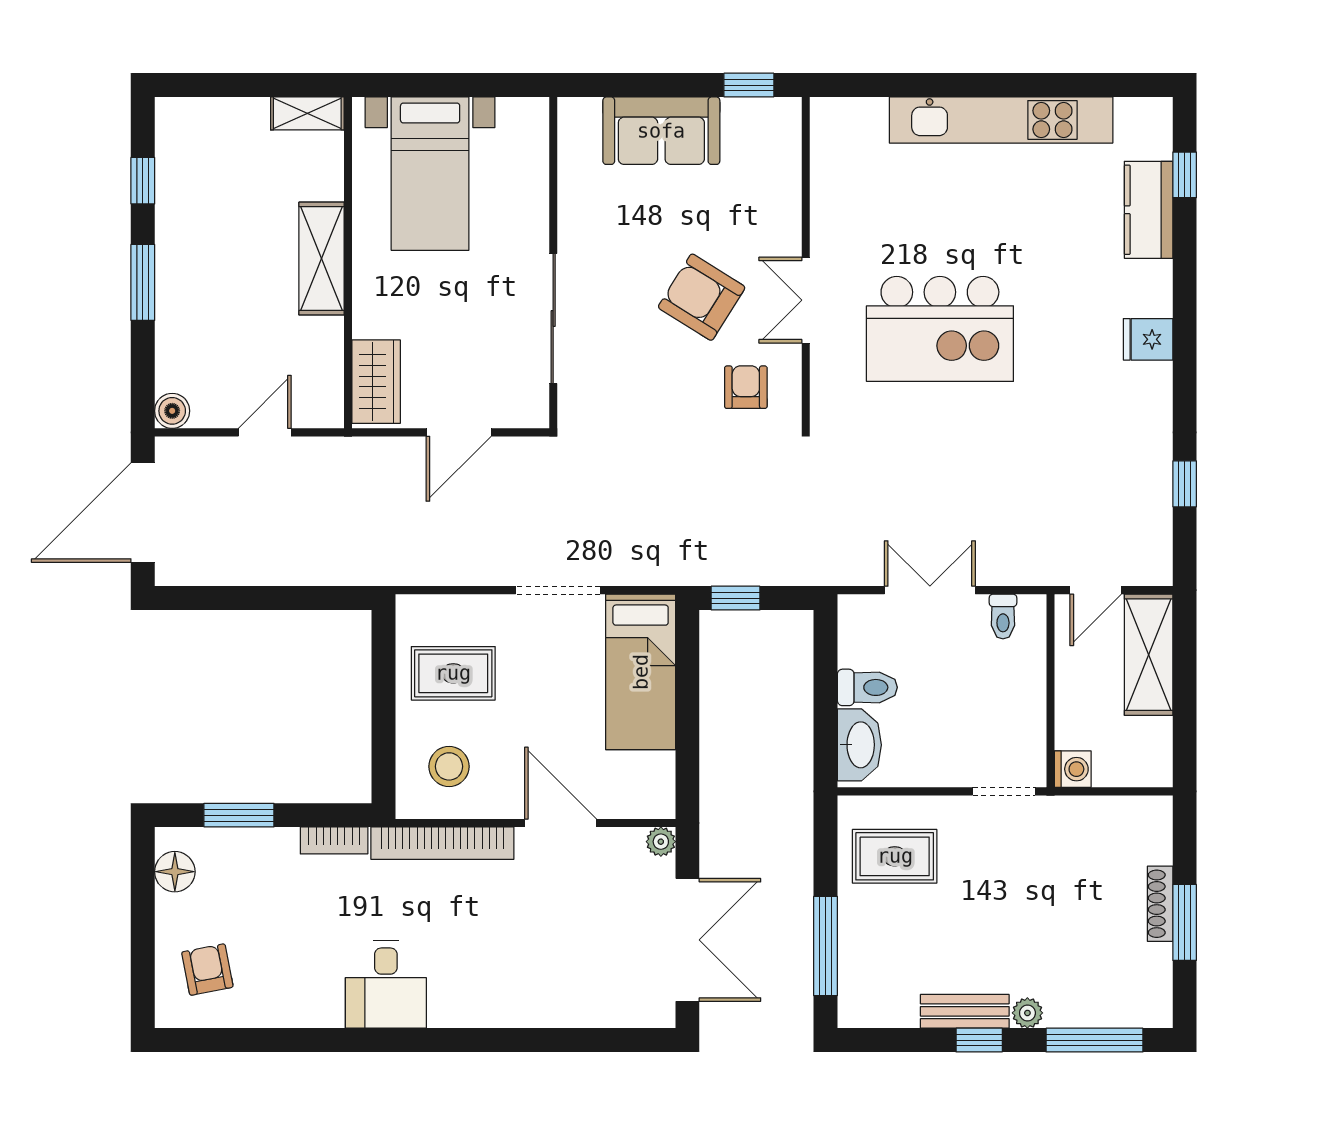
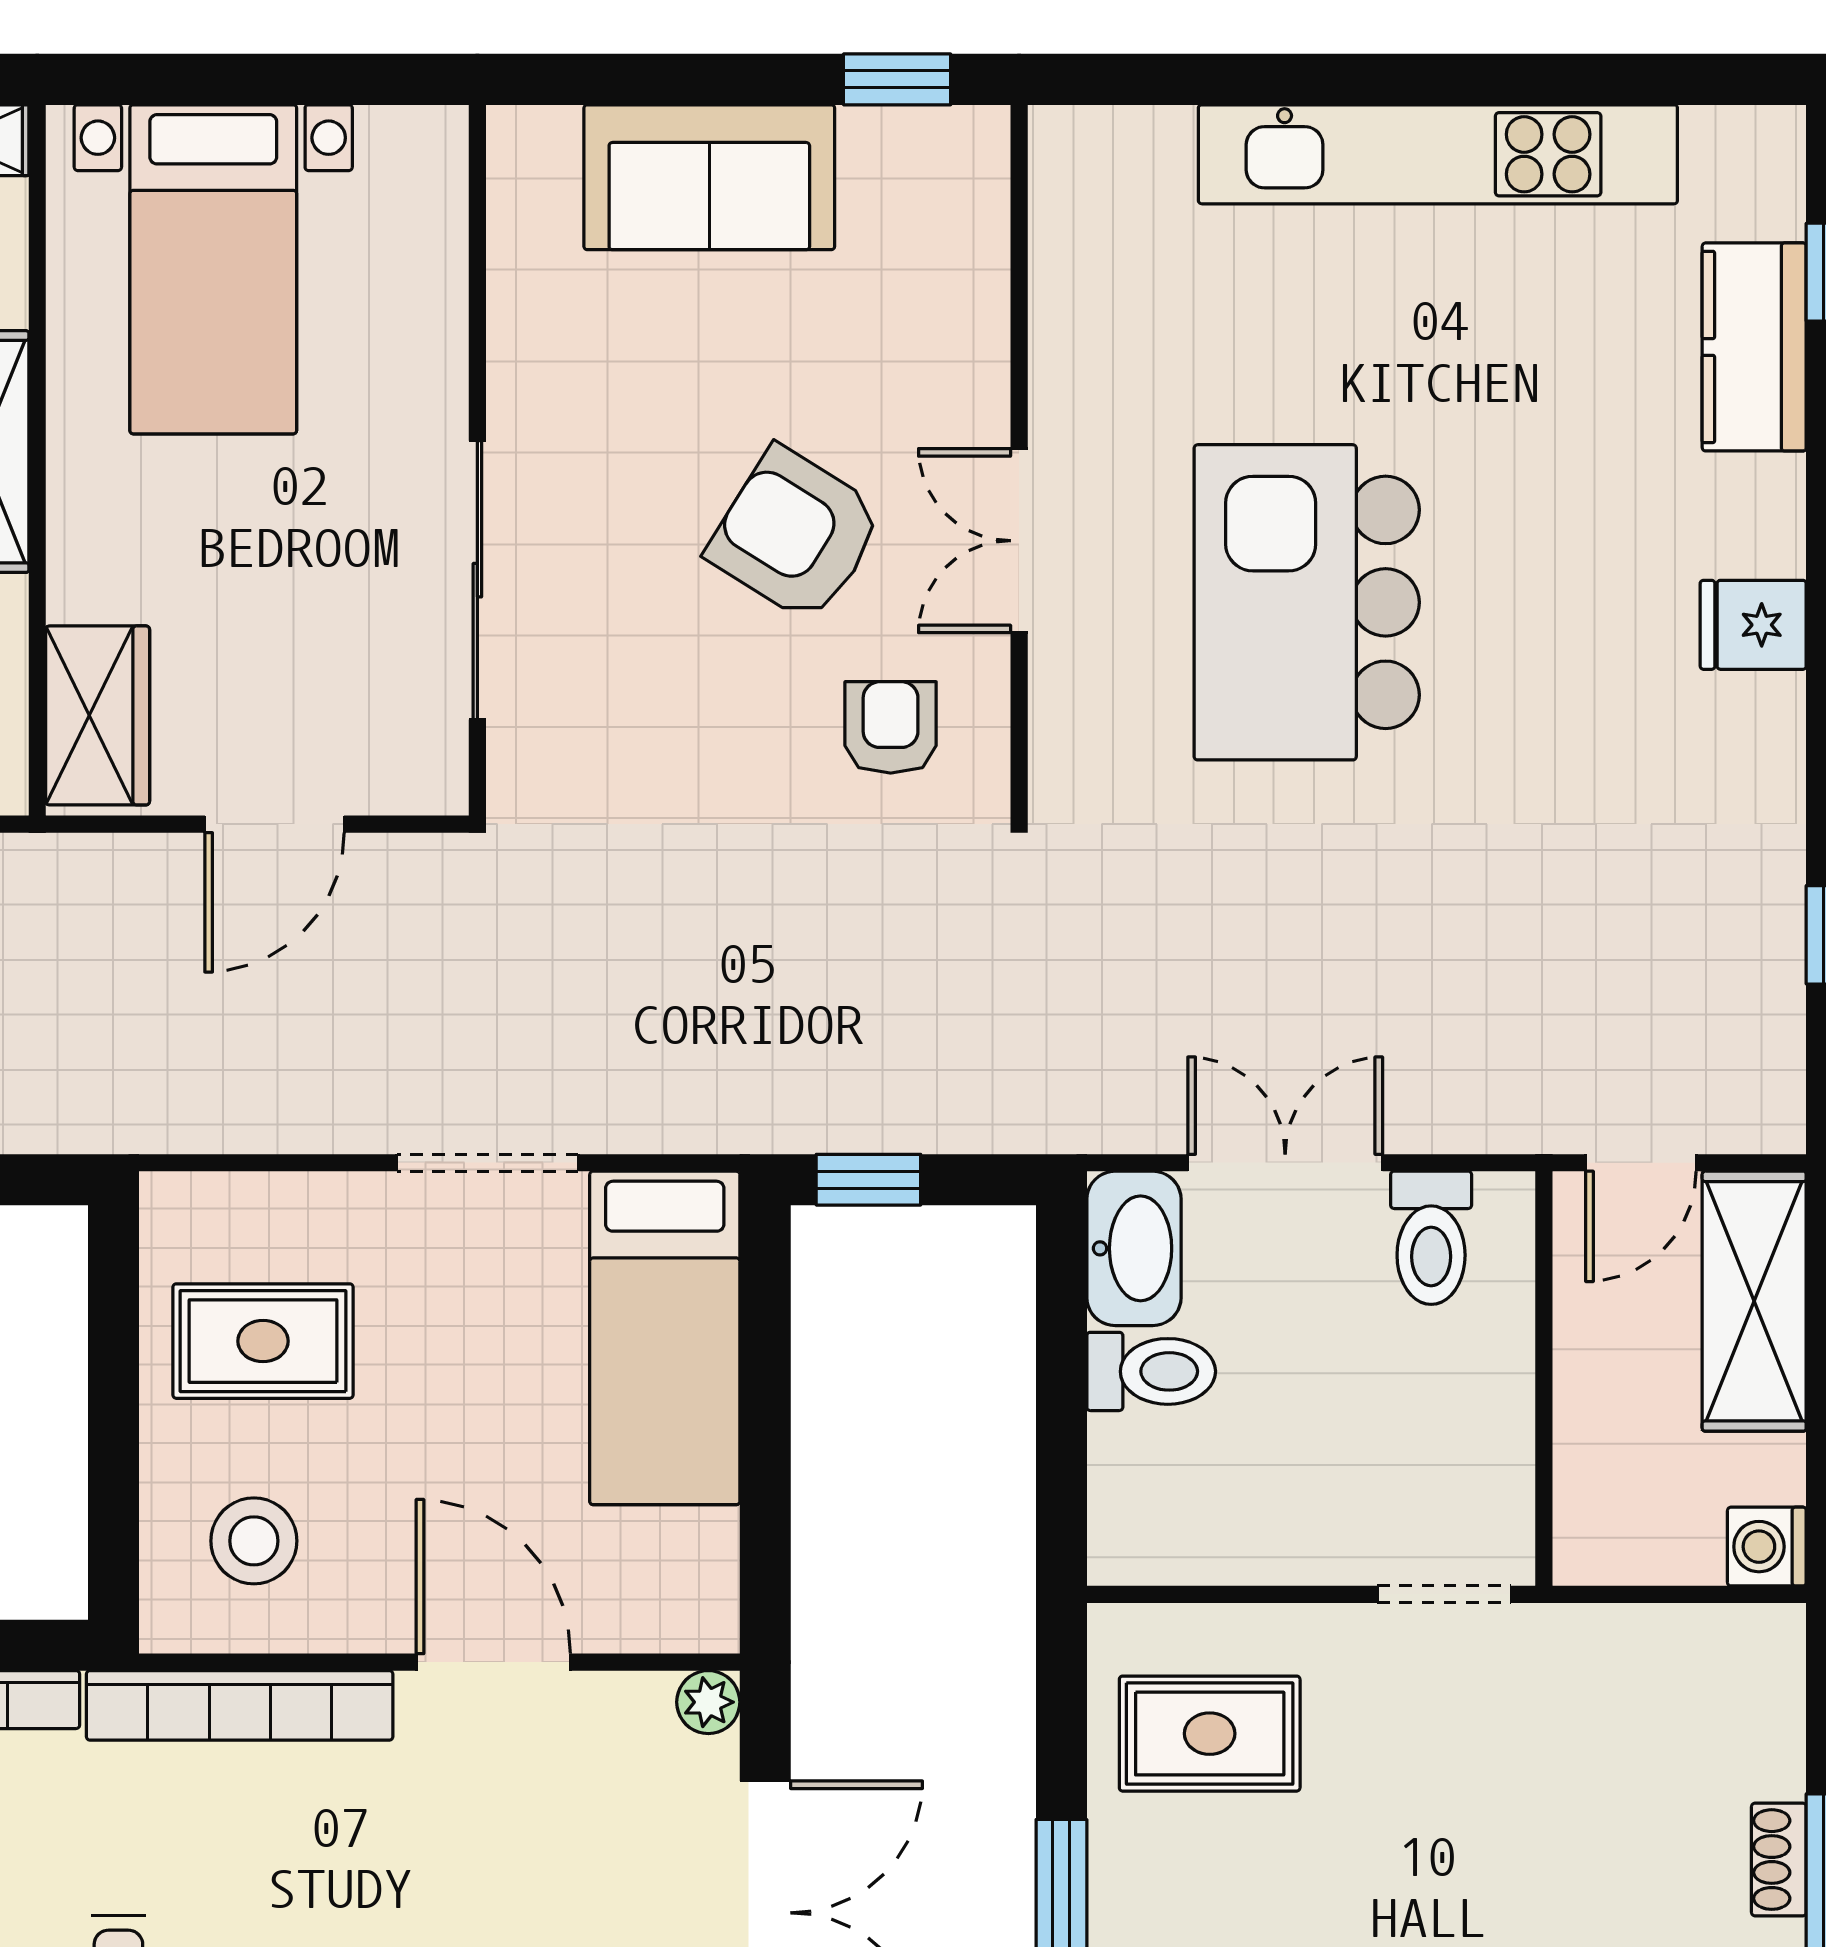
kitchen island: (940, 329) -> (1307, 602), turned 90
toilet: (1003, 617) -> (1431, 1238), width x1.37, depth x1.39
washbasin: (859, 745) -> (1134, 1248), moved
washing machine: (1073, 769) -> (1767, 1547), moved, turned 180
shoe rack: (1160, 904) -> (1779, 1860), width x0.70

